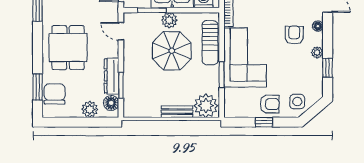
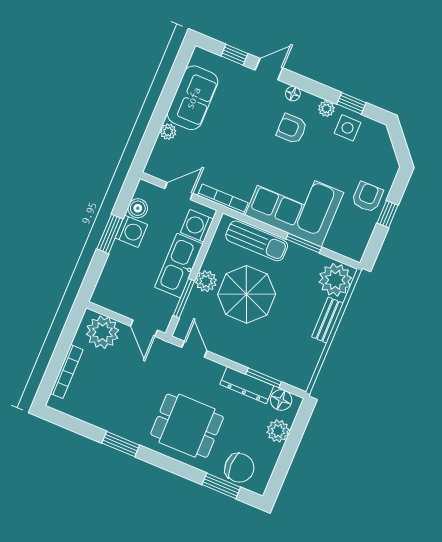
door: (121, 31) -> (194, 349), swing flipped
chair: (55, 94) -> (239, 468), turned 180
side table: (297, 102) -> (348, 128), moved

